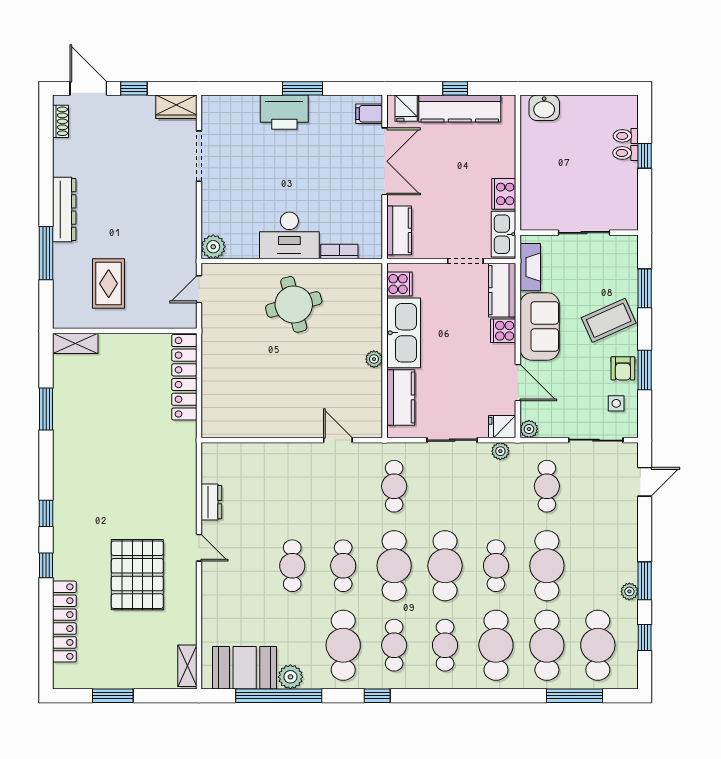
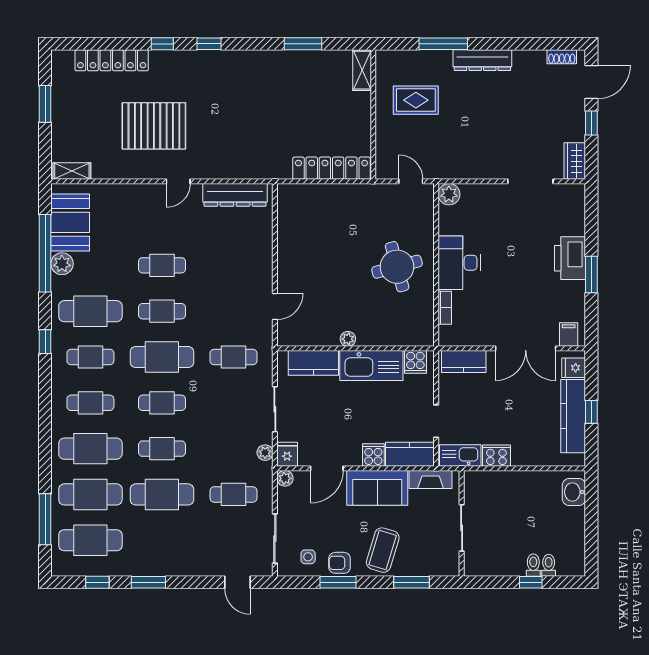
coffee table: (609, 320) -> (383, 550), turned 41
dresser: (211, 502) -> (235, 195), width x1.96, depth x1.24
cafe table: (445, 566) -> (162, 403), width x0.73, depth x0.74
plant: (629, 591) -> (139, 569), removed

